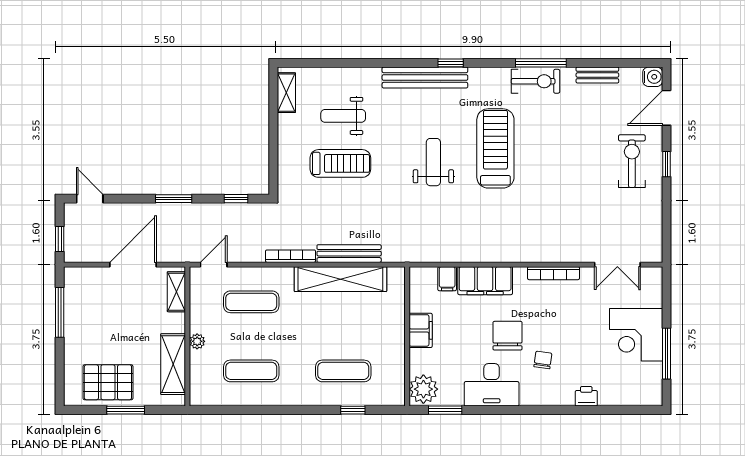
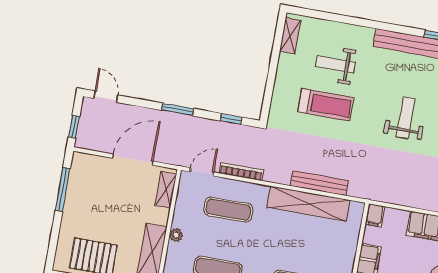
bookcase: (291, 256) -> (241, 172), moved
filing cabinet: (447, 279) -> (375, 215), moved

